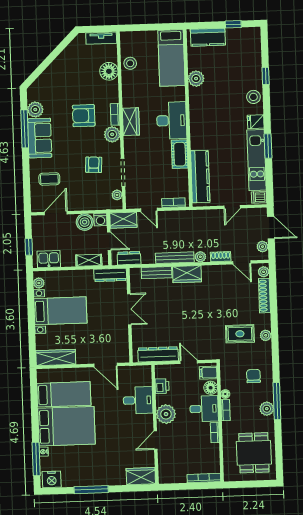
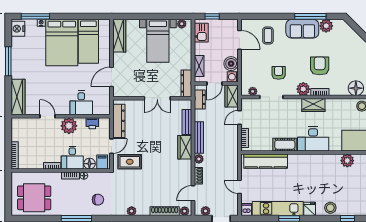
armchair: (94, 165) -> (279, 73), turned -93
rug: (240, 334) -> (130, 162), moved, turned 90
plant: (267, 409) -> (70, 210), removed
wardrobe: (141, 476) -> (18, 97), width x1.50

